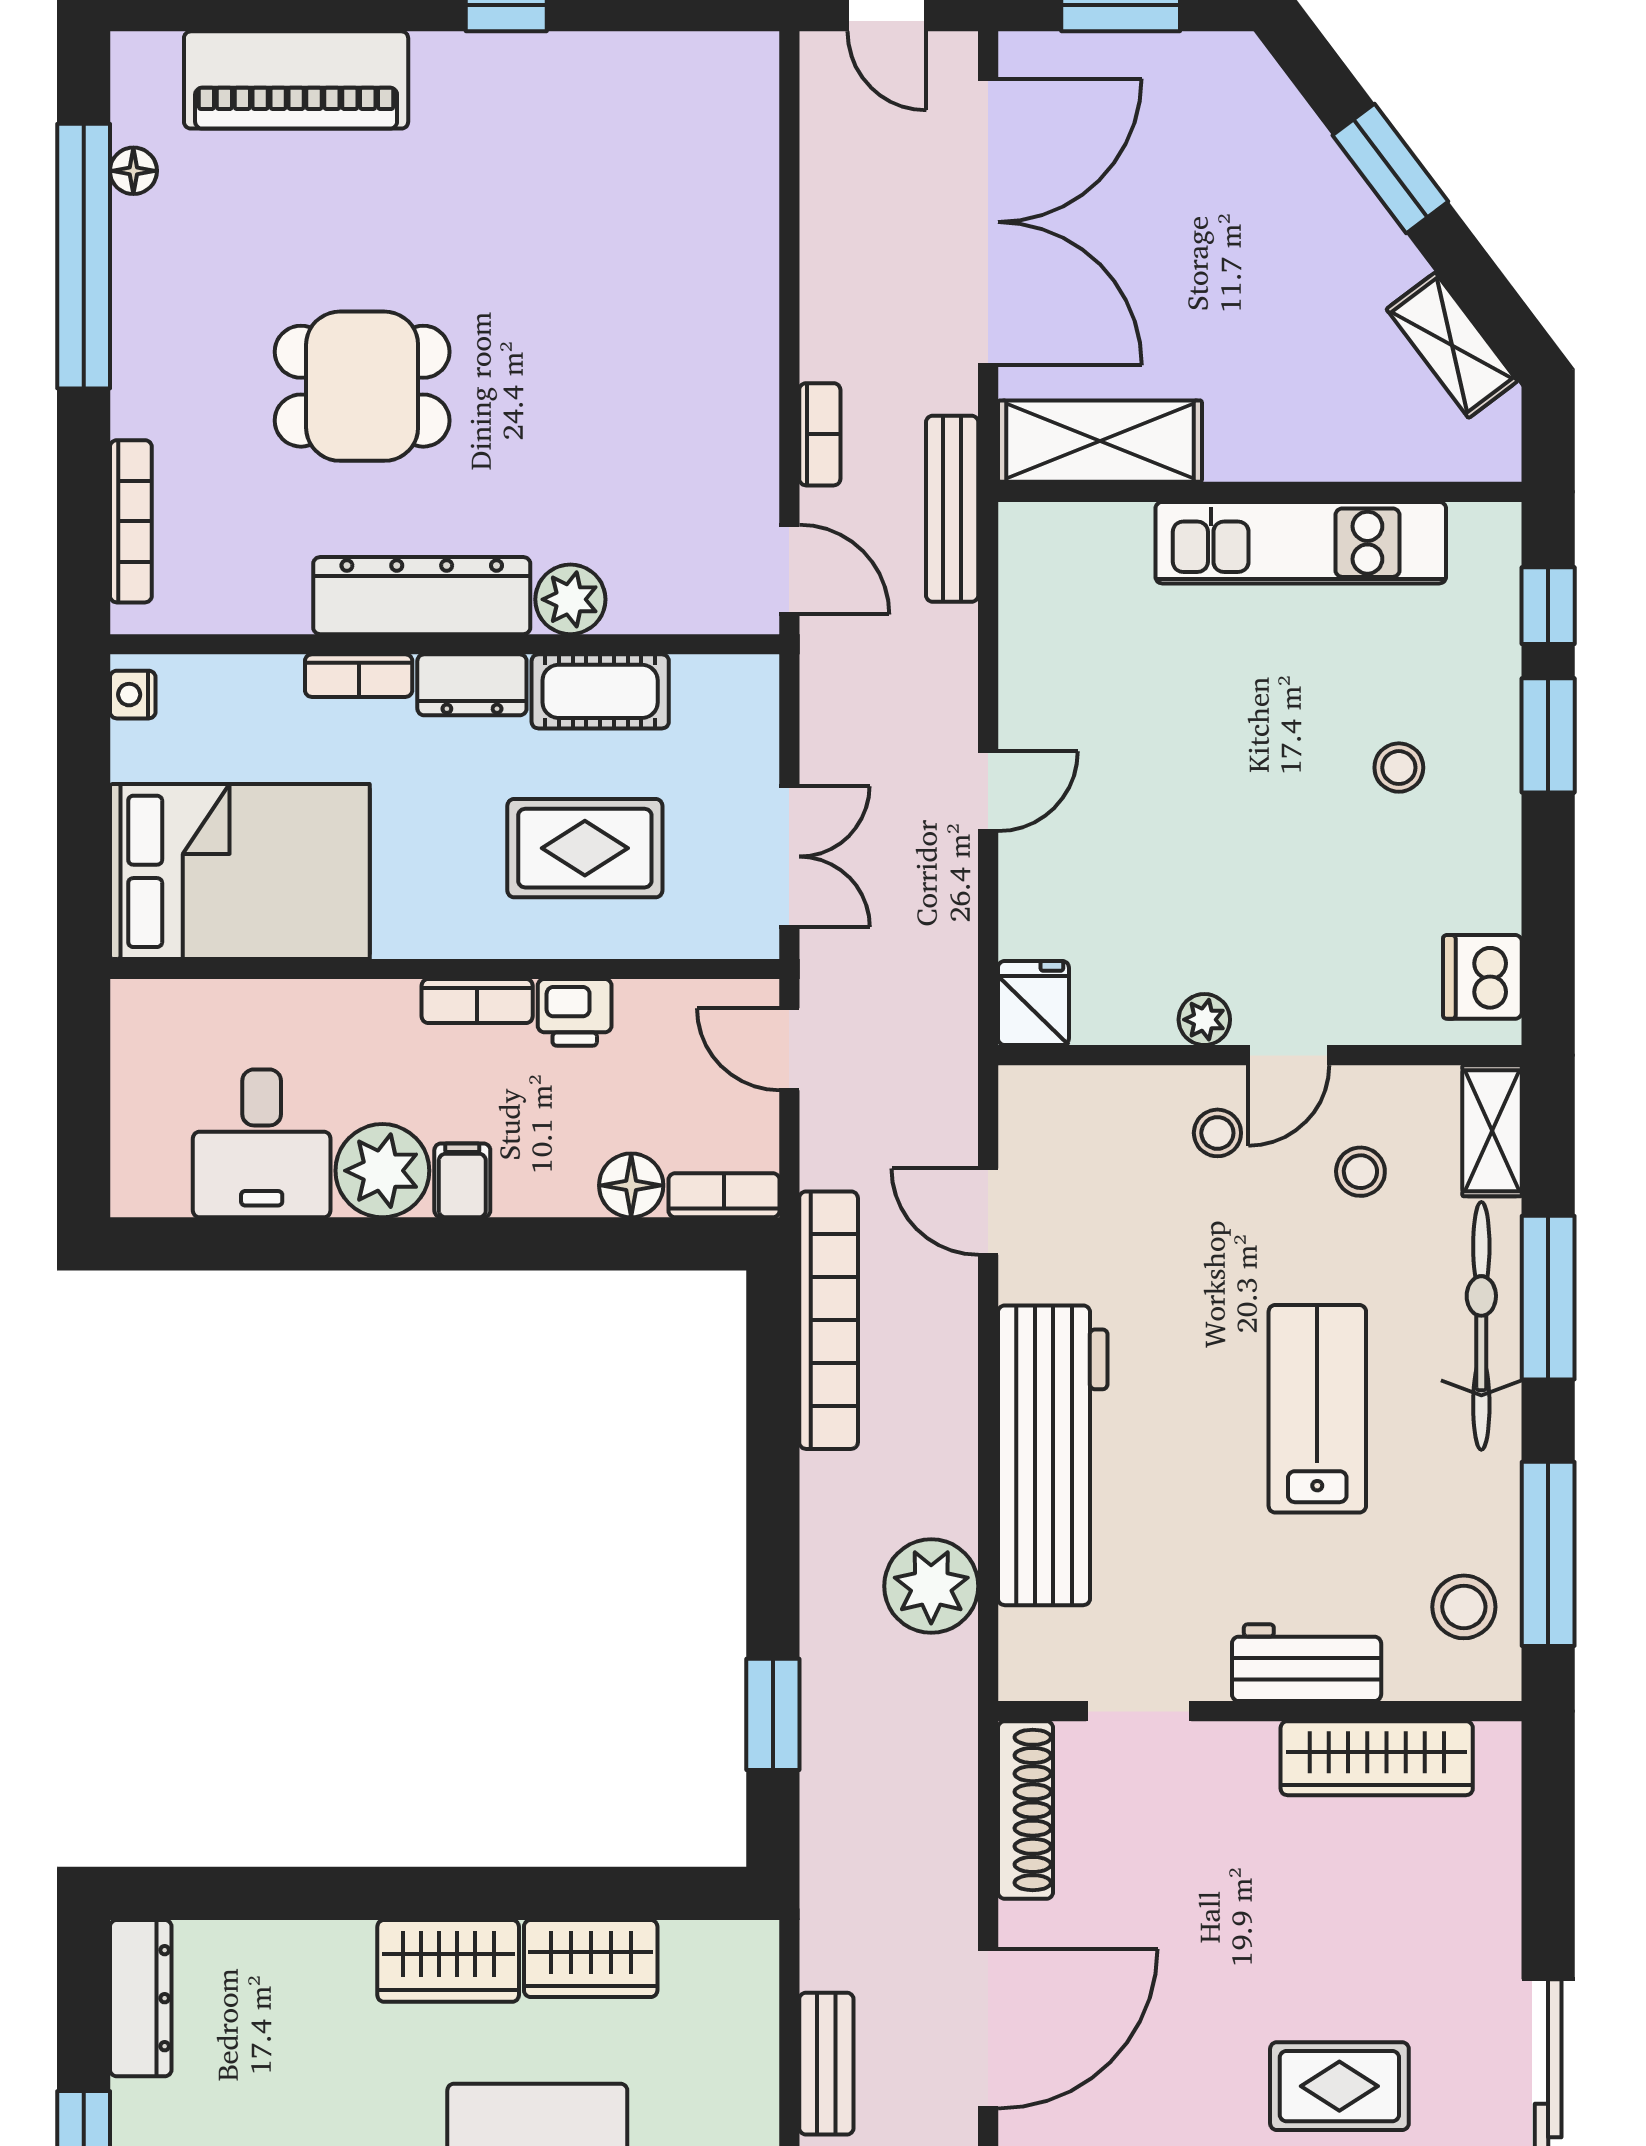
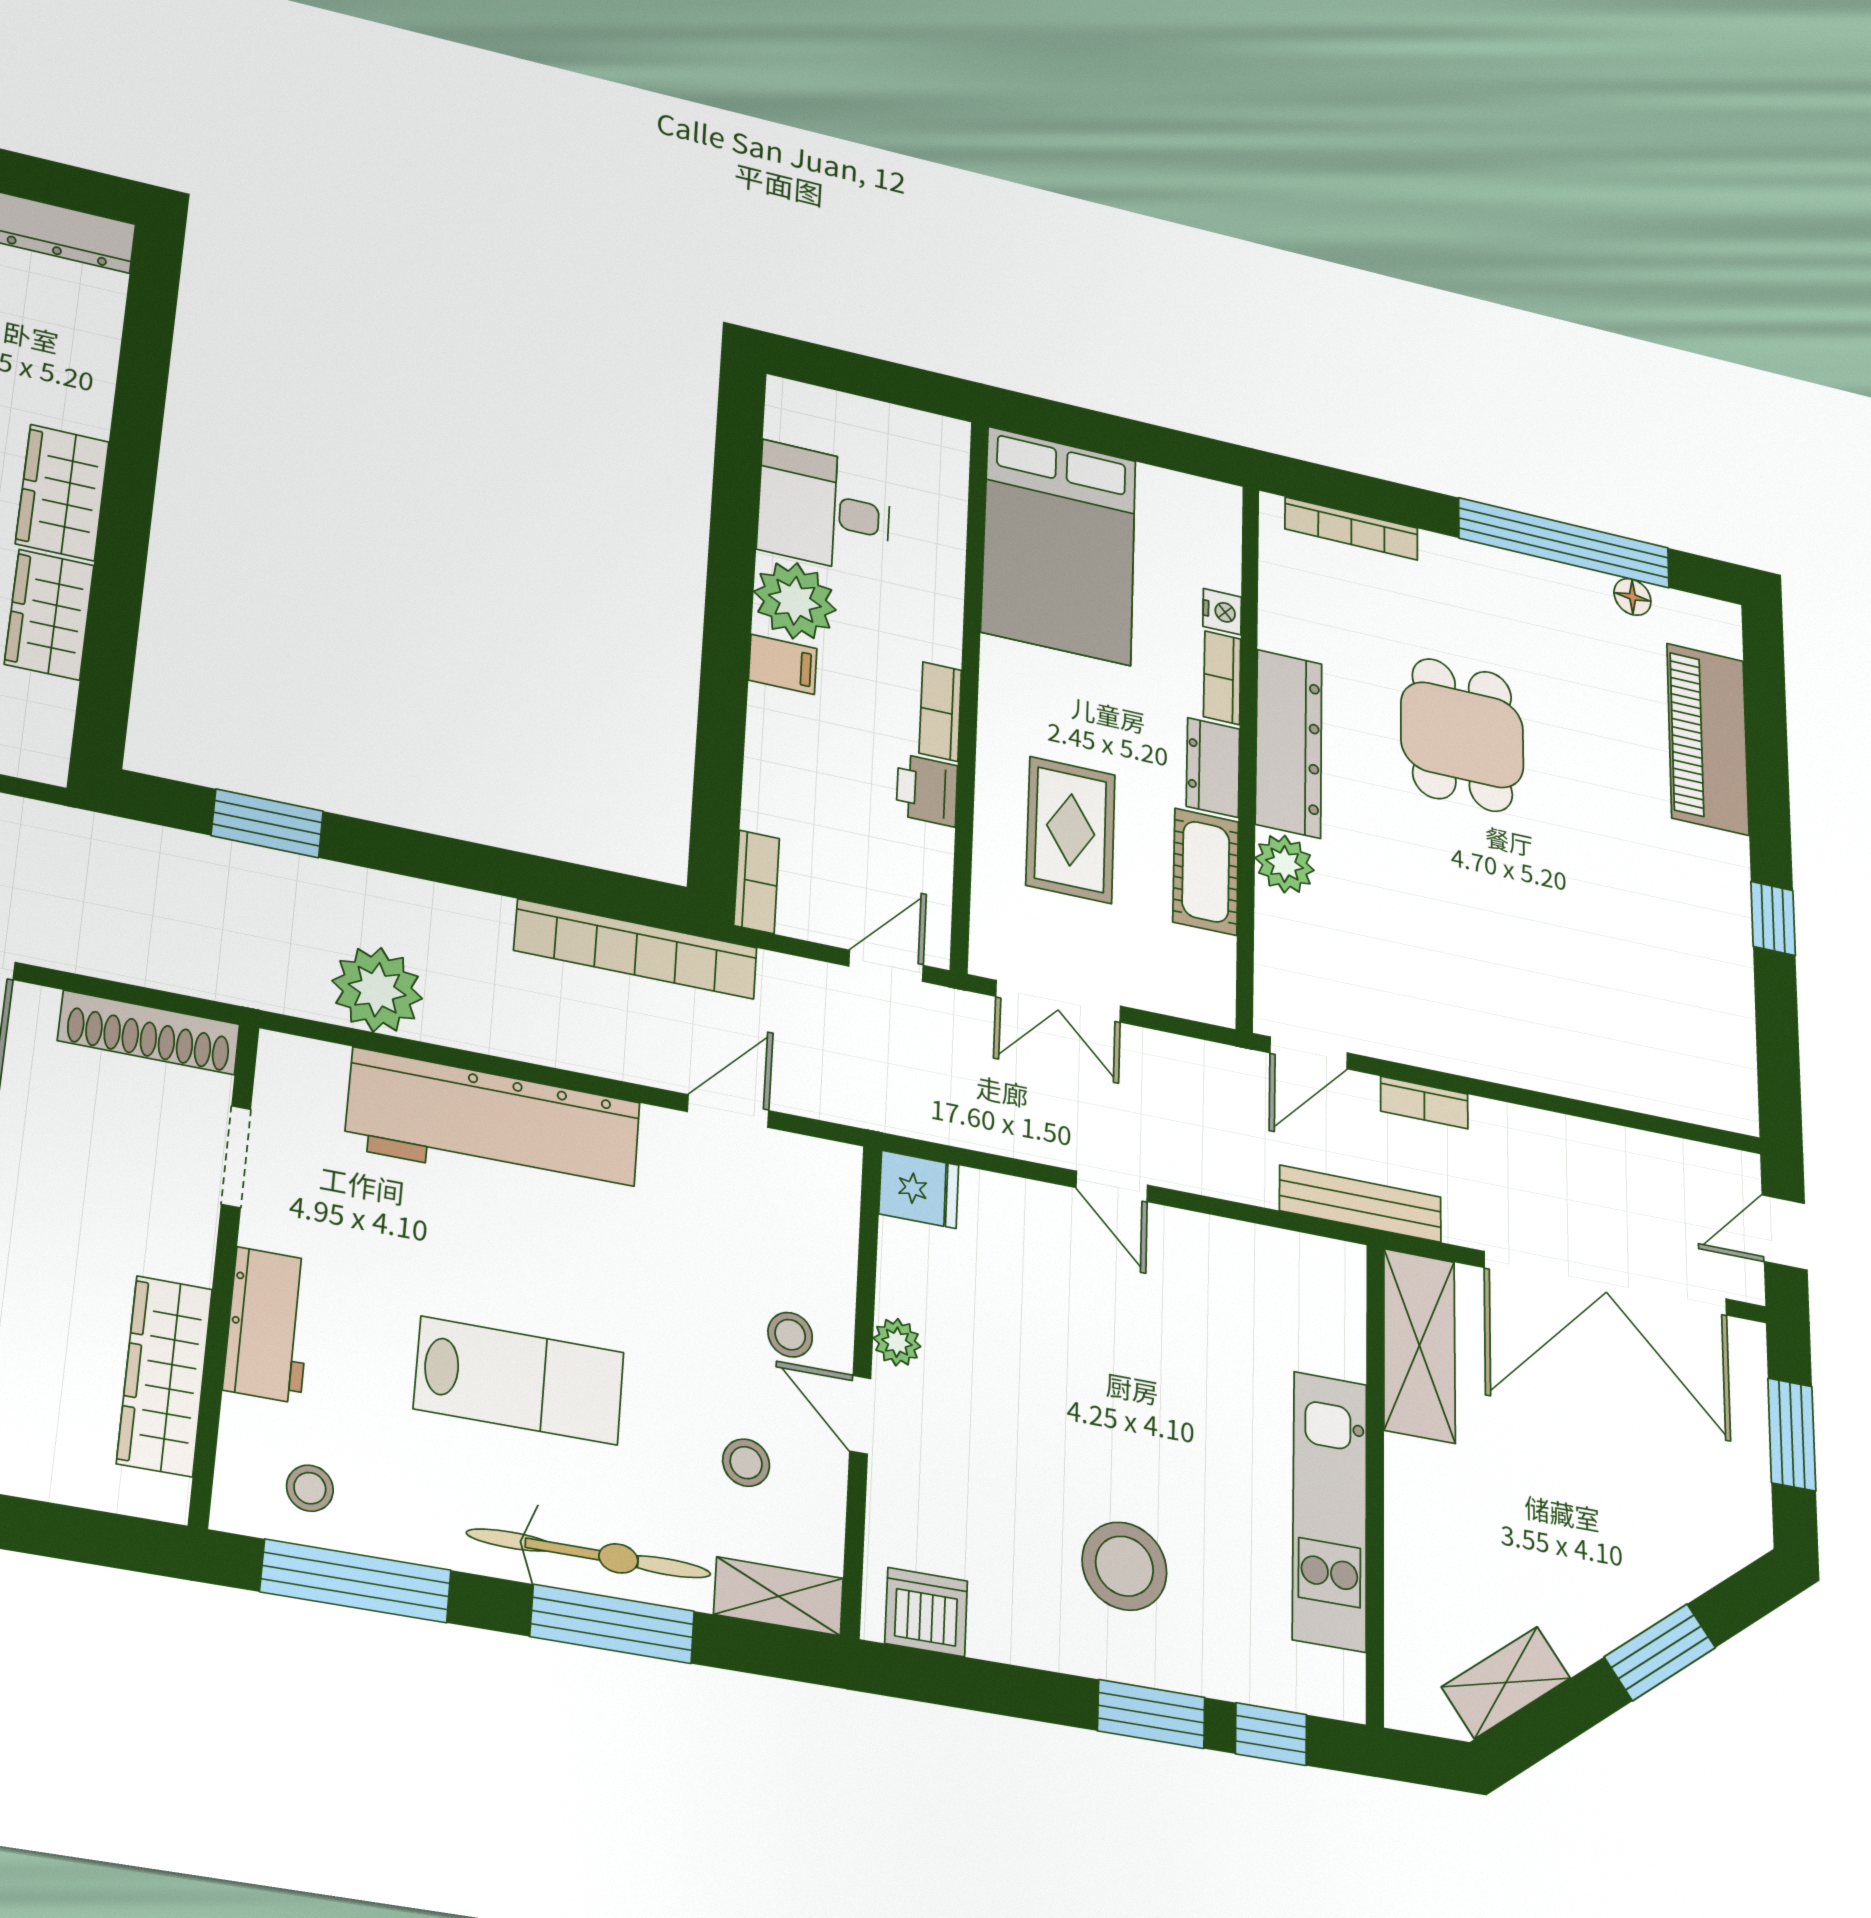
nightstand: (133, 695) -> (1222, 612), moved, turned 90
stool: (1399, 768) -> (1124, 1566), width x1.89, depth x1.89
floor lamp: (631, 1185) -> (770, 805), removed
stool: (1464, 1607) -> (310, 1488), width x0.73, depth x0.73

